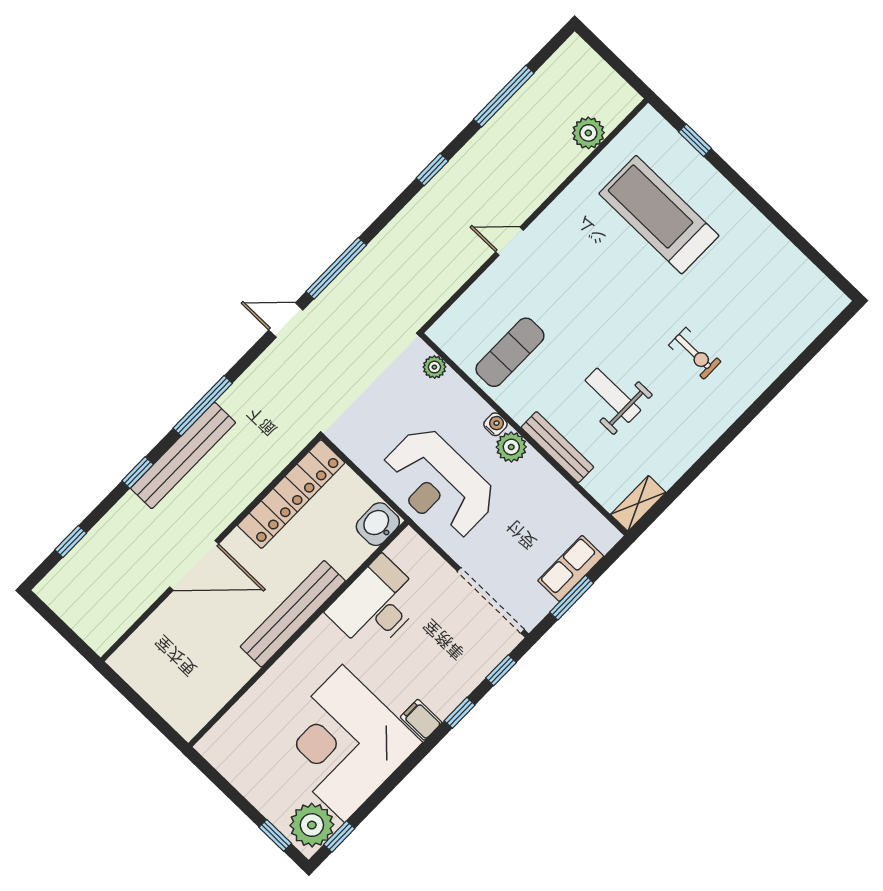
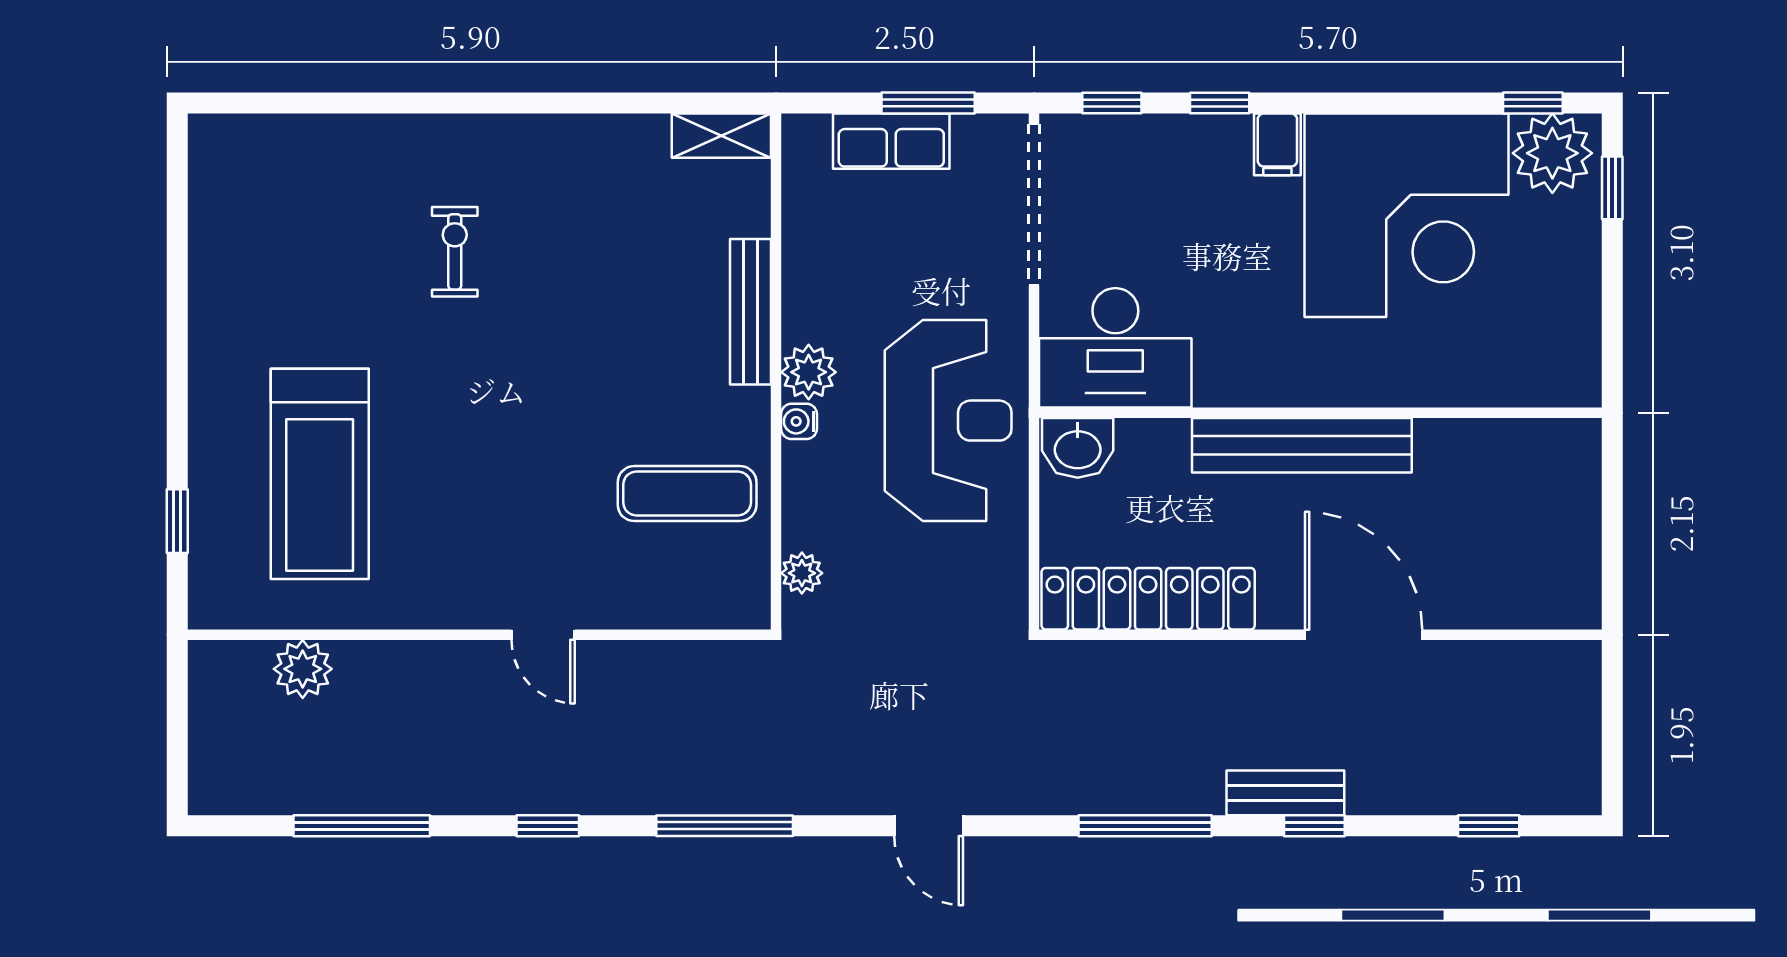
window: (336, 268) -> (725, 826), moved
weight bench: (613, 395) -> (613, 305), removed
bench: (183, 455) -> (1285, 793), width x0.54, depth x0.82
desk: (376, 605) -> (1115, 348), moved

